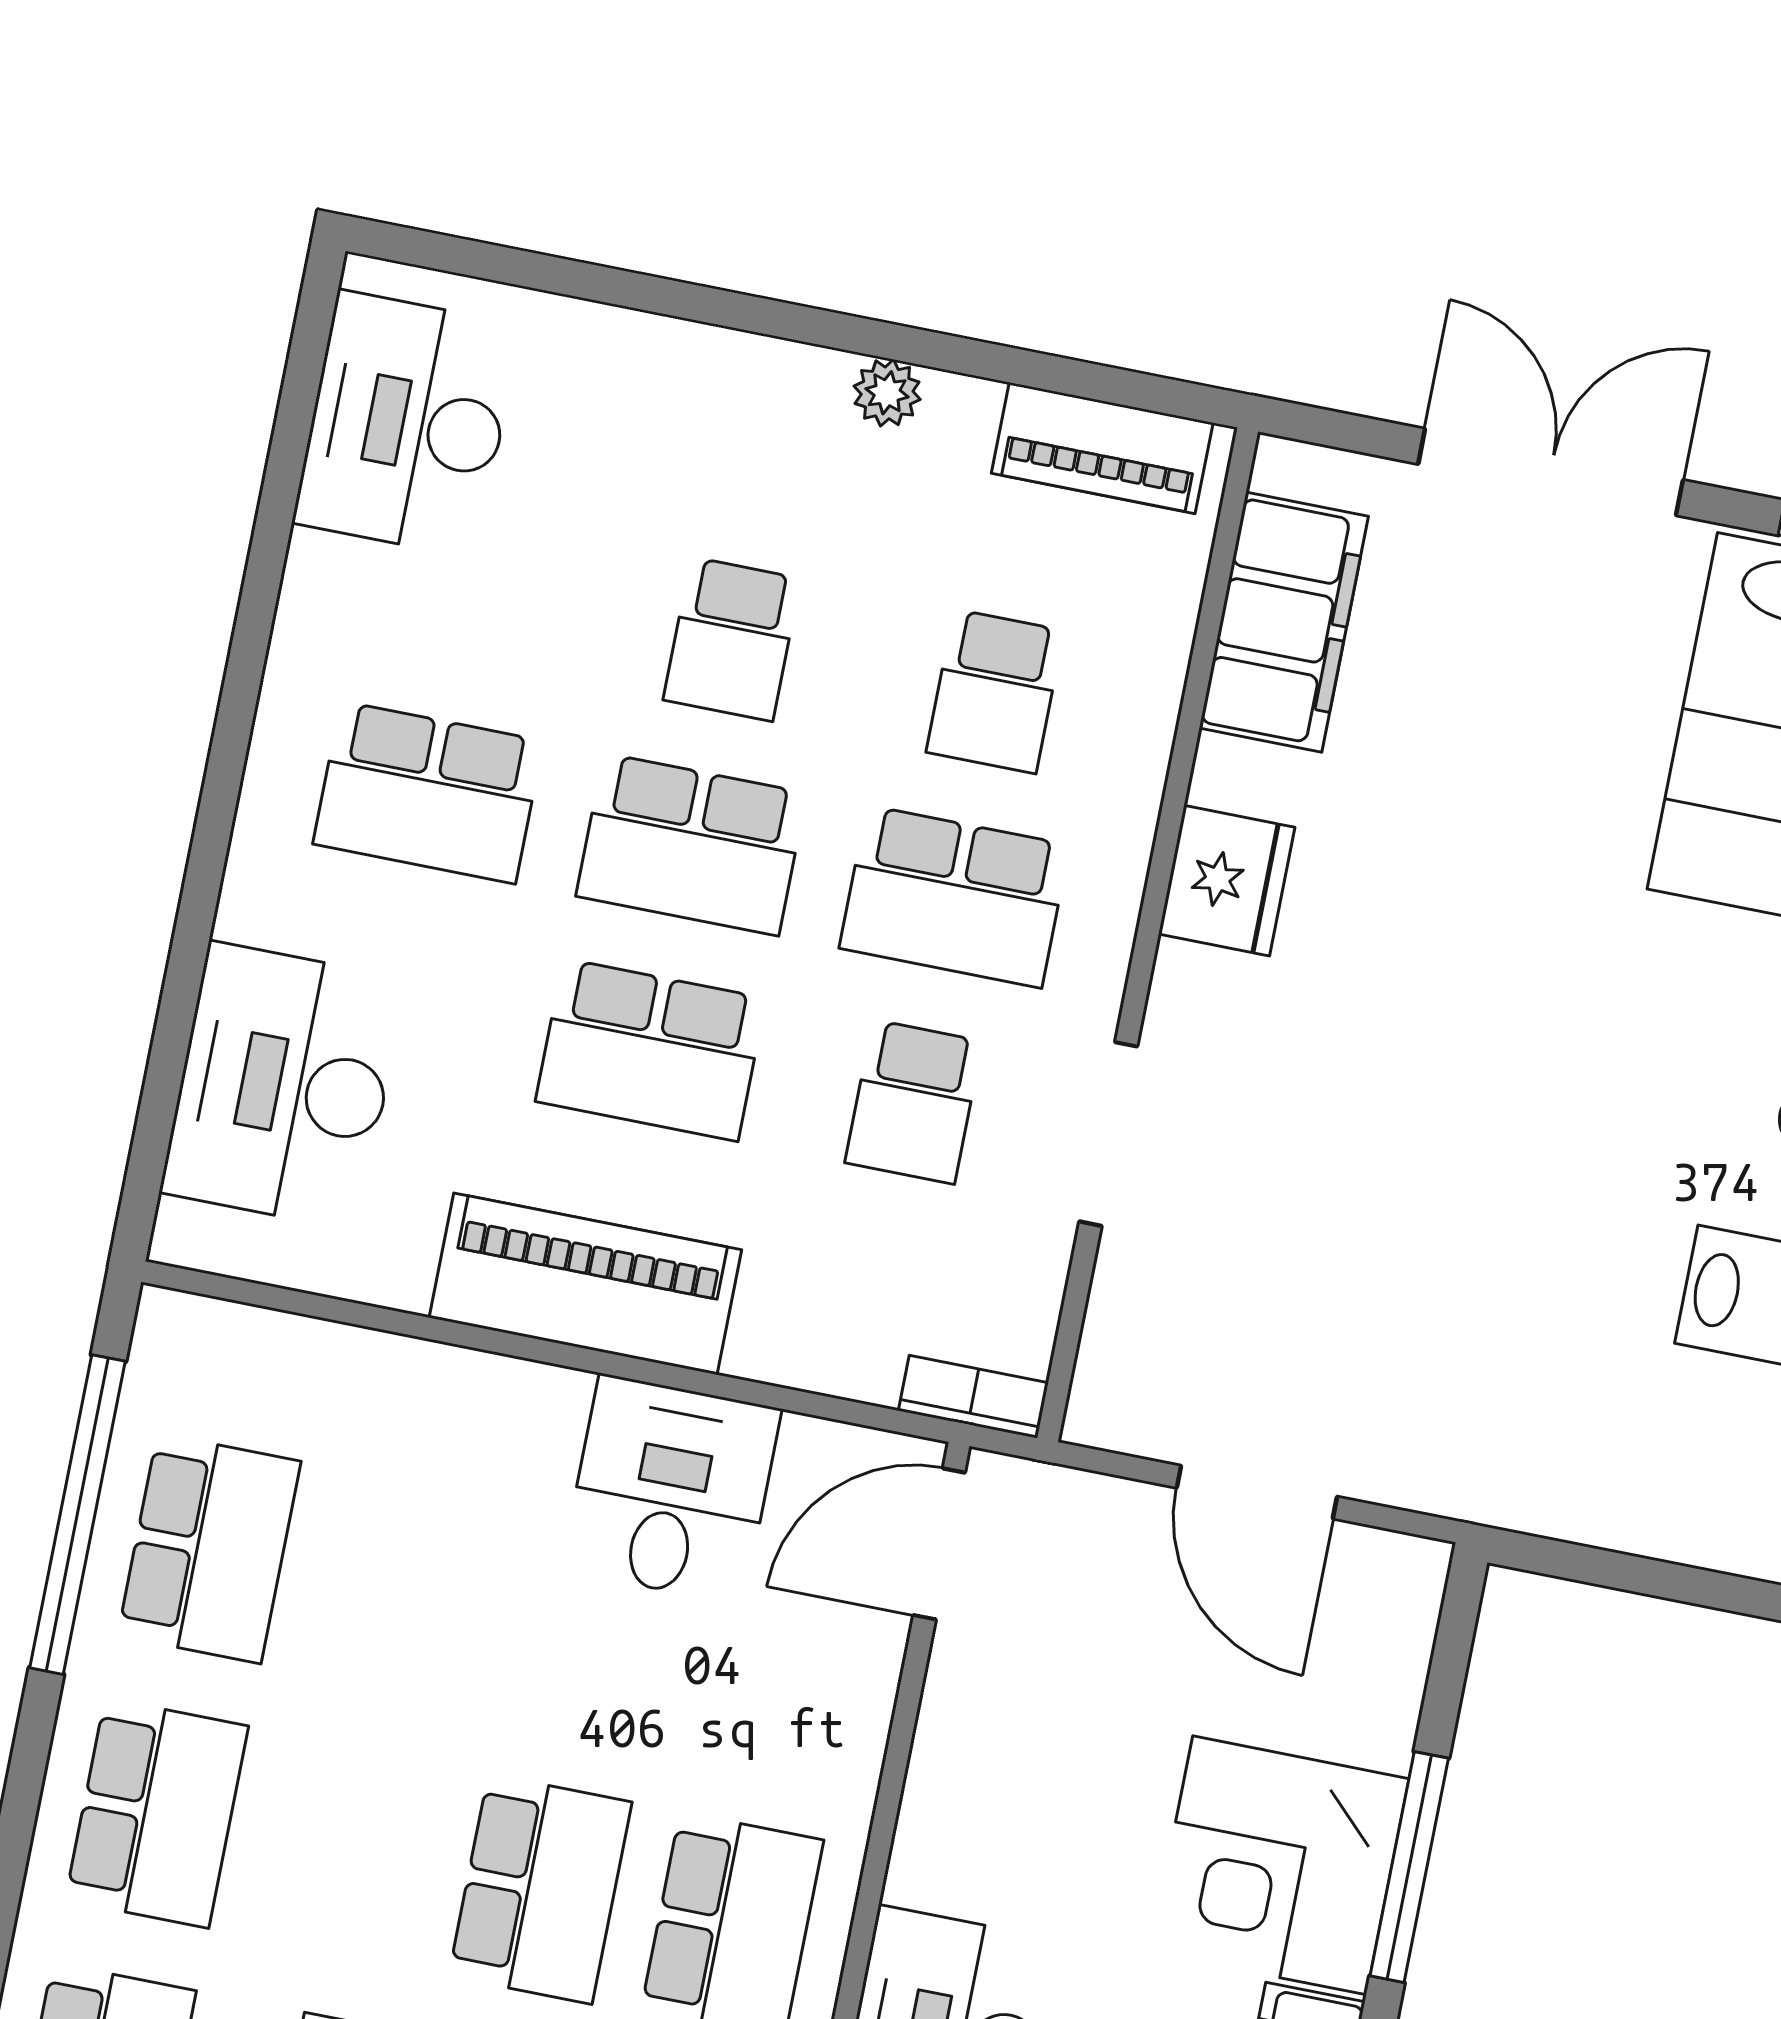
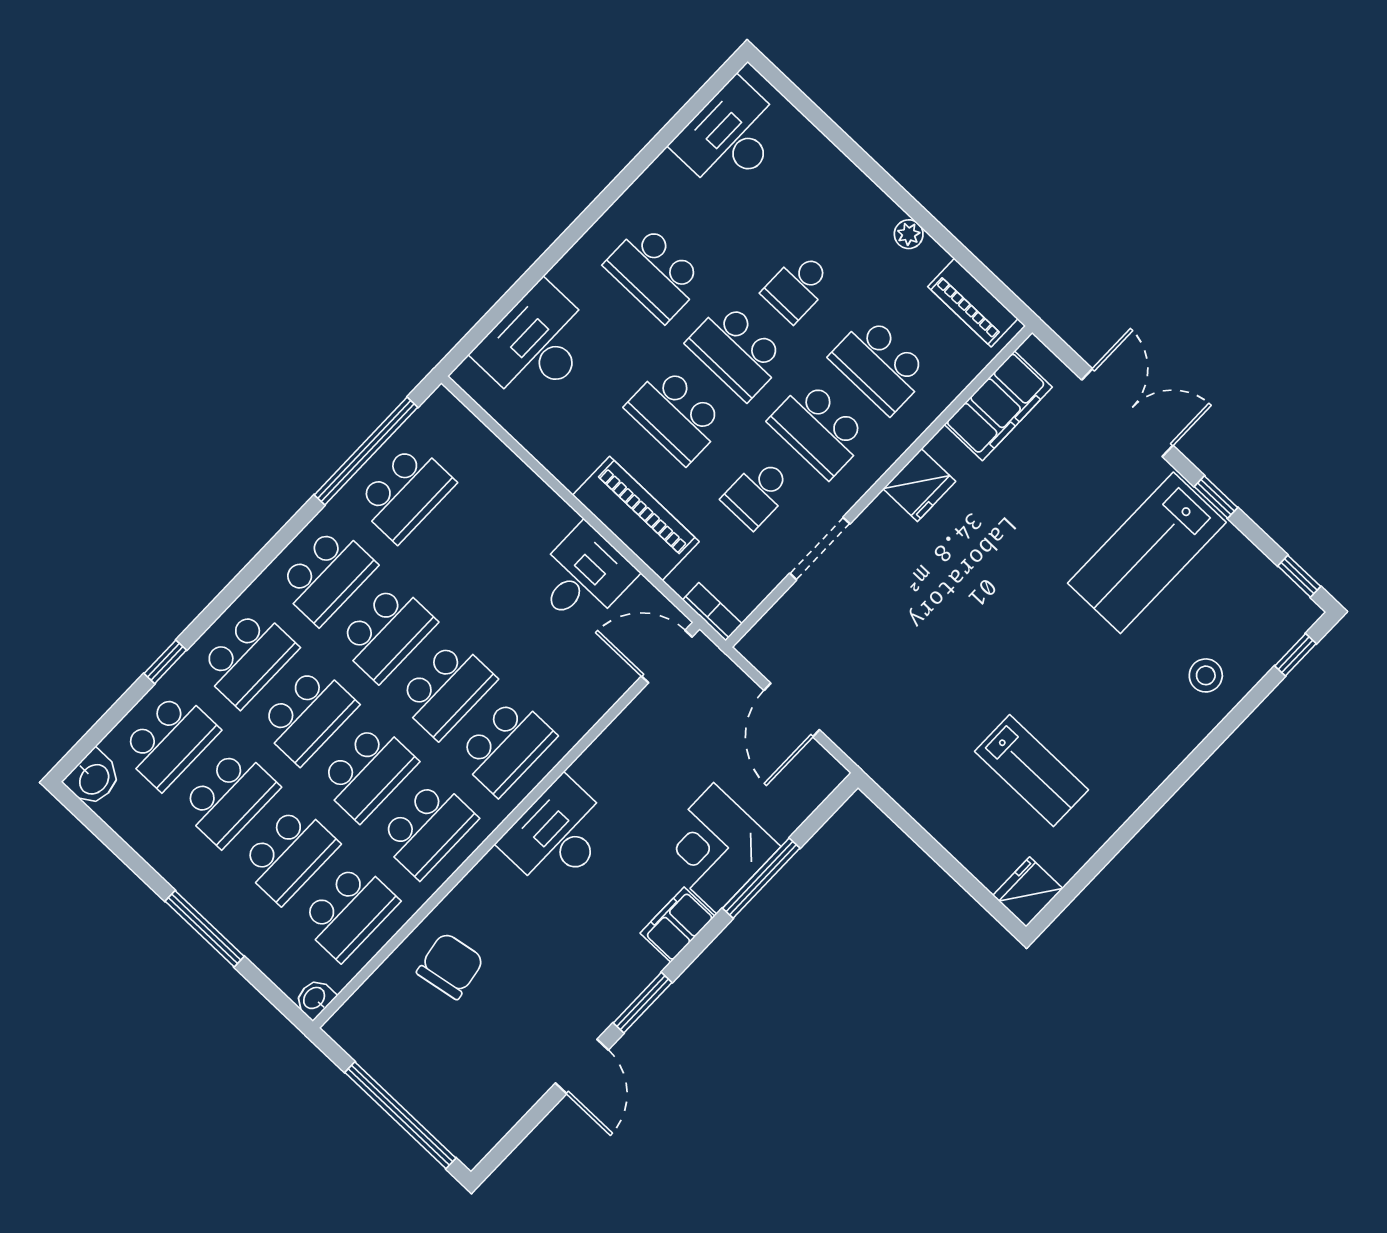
school desk: (995, 691) -> (880, 365), width x1.85
piano: (585, 1284) -> (636, 518), moved
school desk: (349, 1851) -> (387, 632), added

